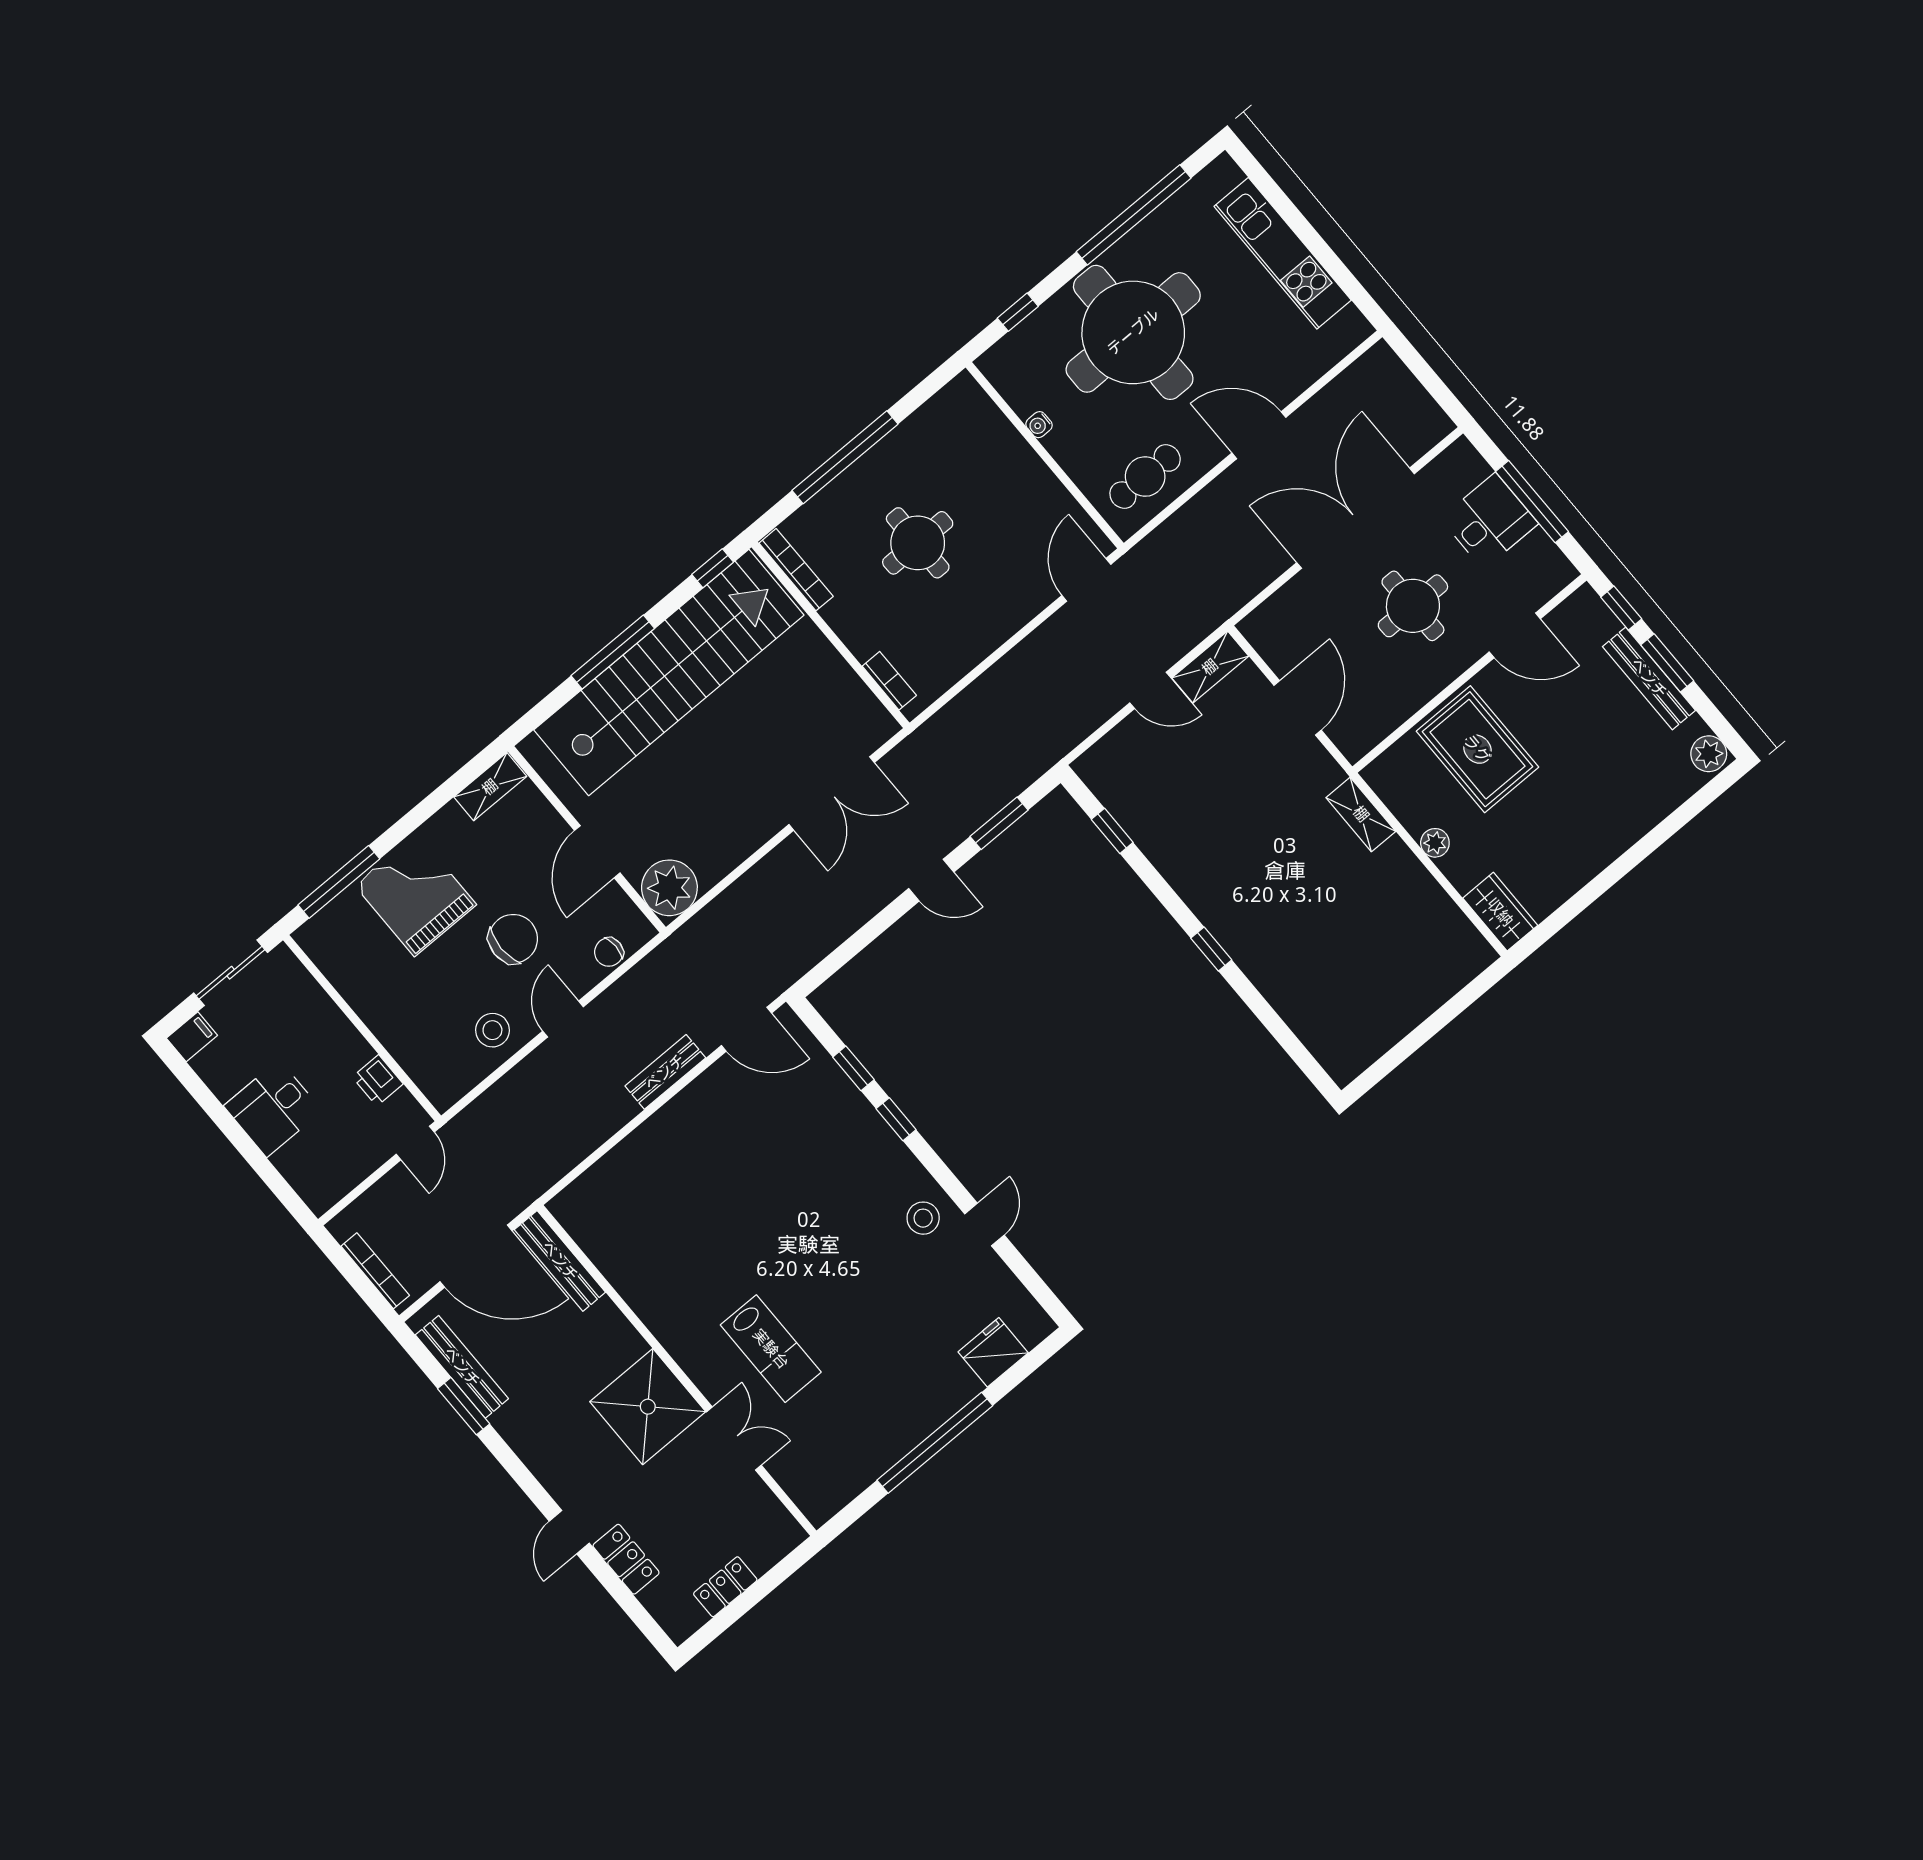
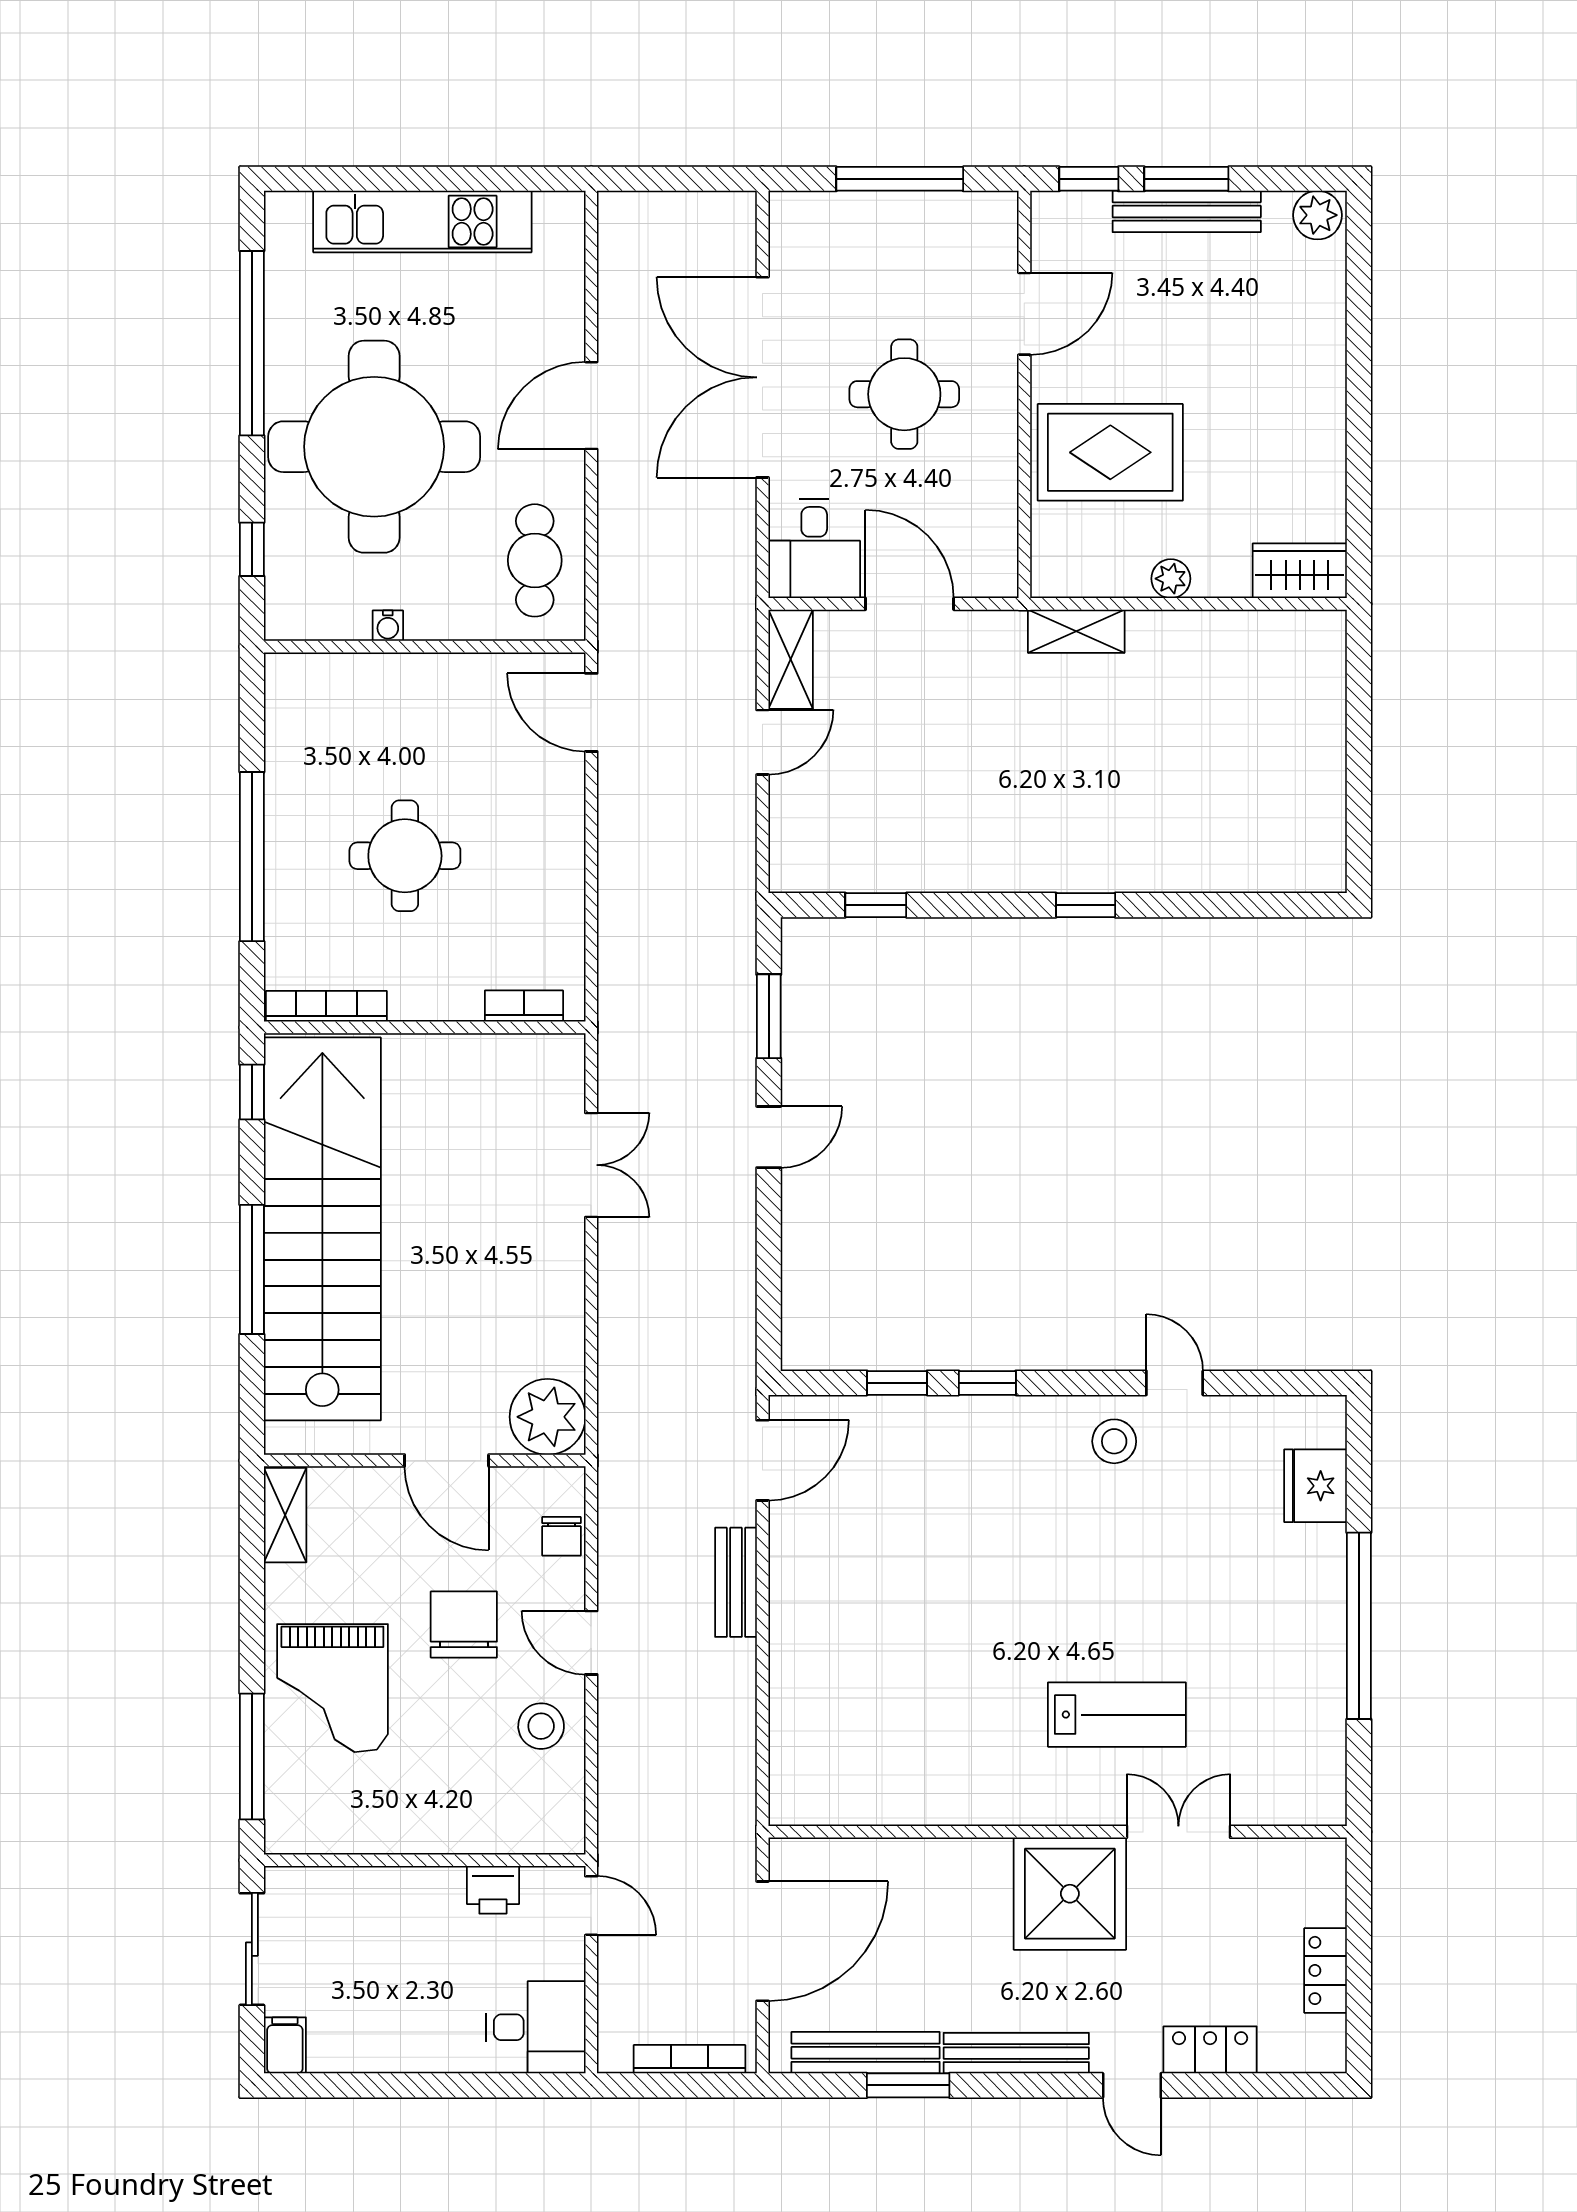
desk: (1489, 521) -> (814, 549), moved, turned 180
double door: (832, 794) -> (591, 1165), width x0.73
grand piano: (415, 895) -> (332, 1688), turned -90
desk: (273, 1108) -> (536, 2027), moved, turned -90
bench: (560, 1261) -> (1016, 2053), moved

